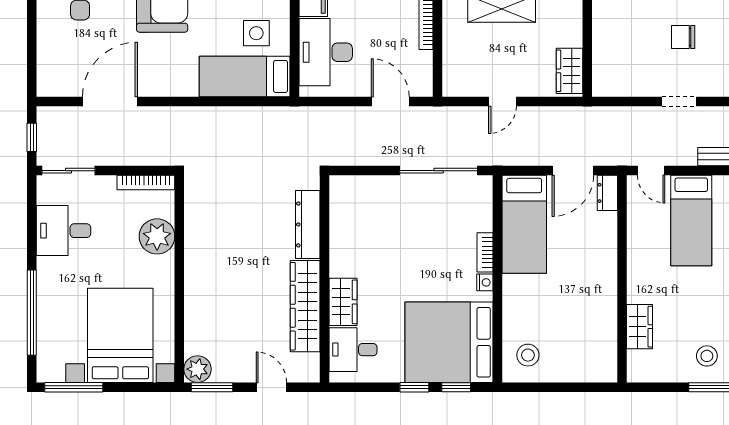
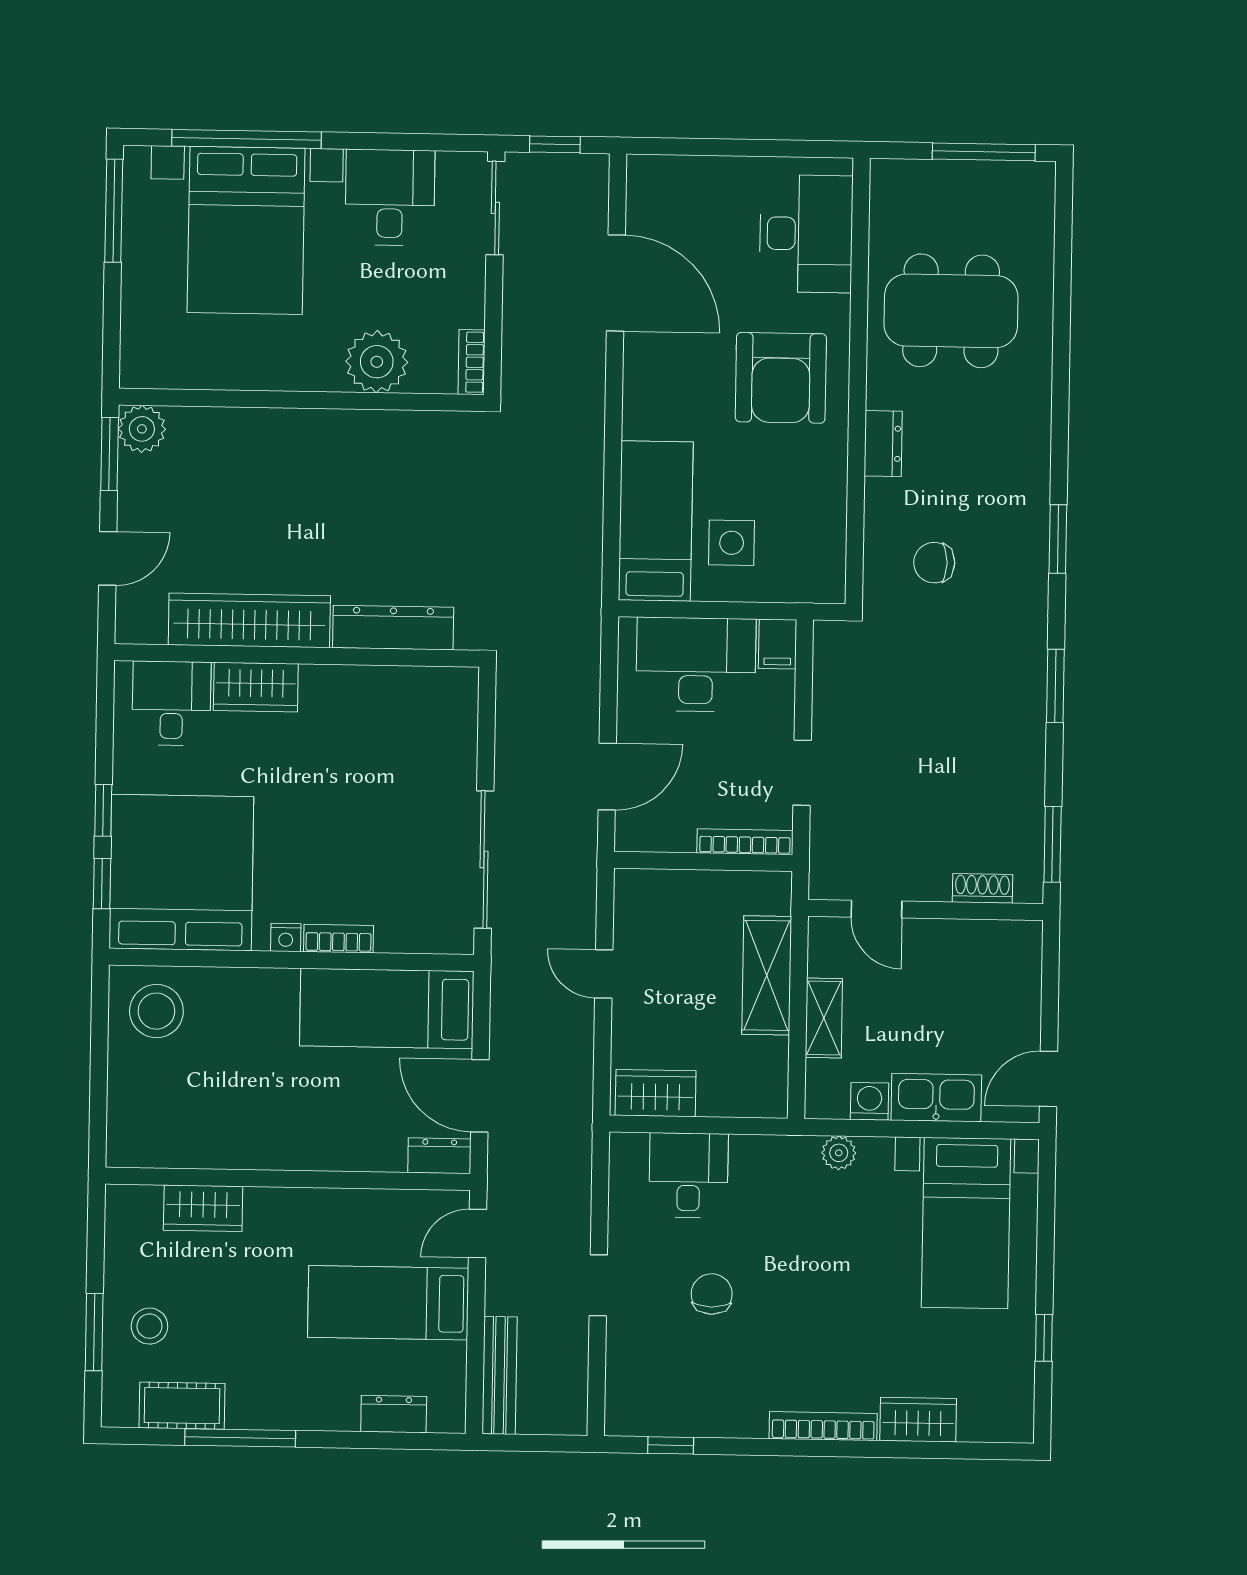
desk: (616, 51) -> (688, 1175), added
bookcase: (146, 183) -> (472, 362), width x0.64
bed with nightstands: (120, 335) -> (246, 230), moved, turned 90
stool: (528, 355) -> (156, 1011), width x1.38, depth x1.38

